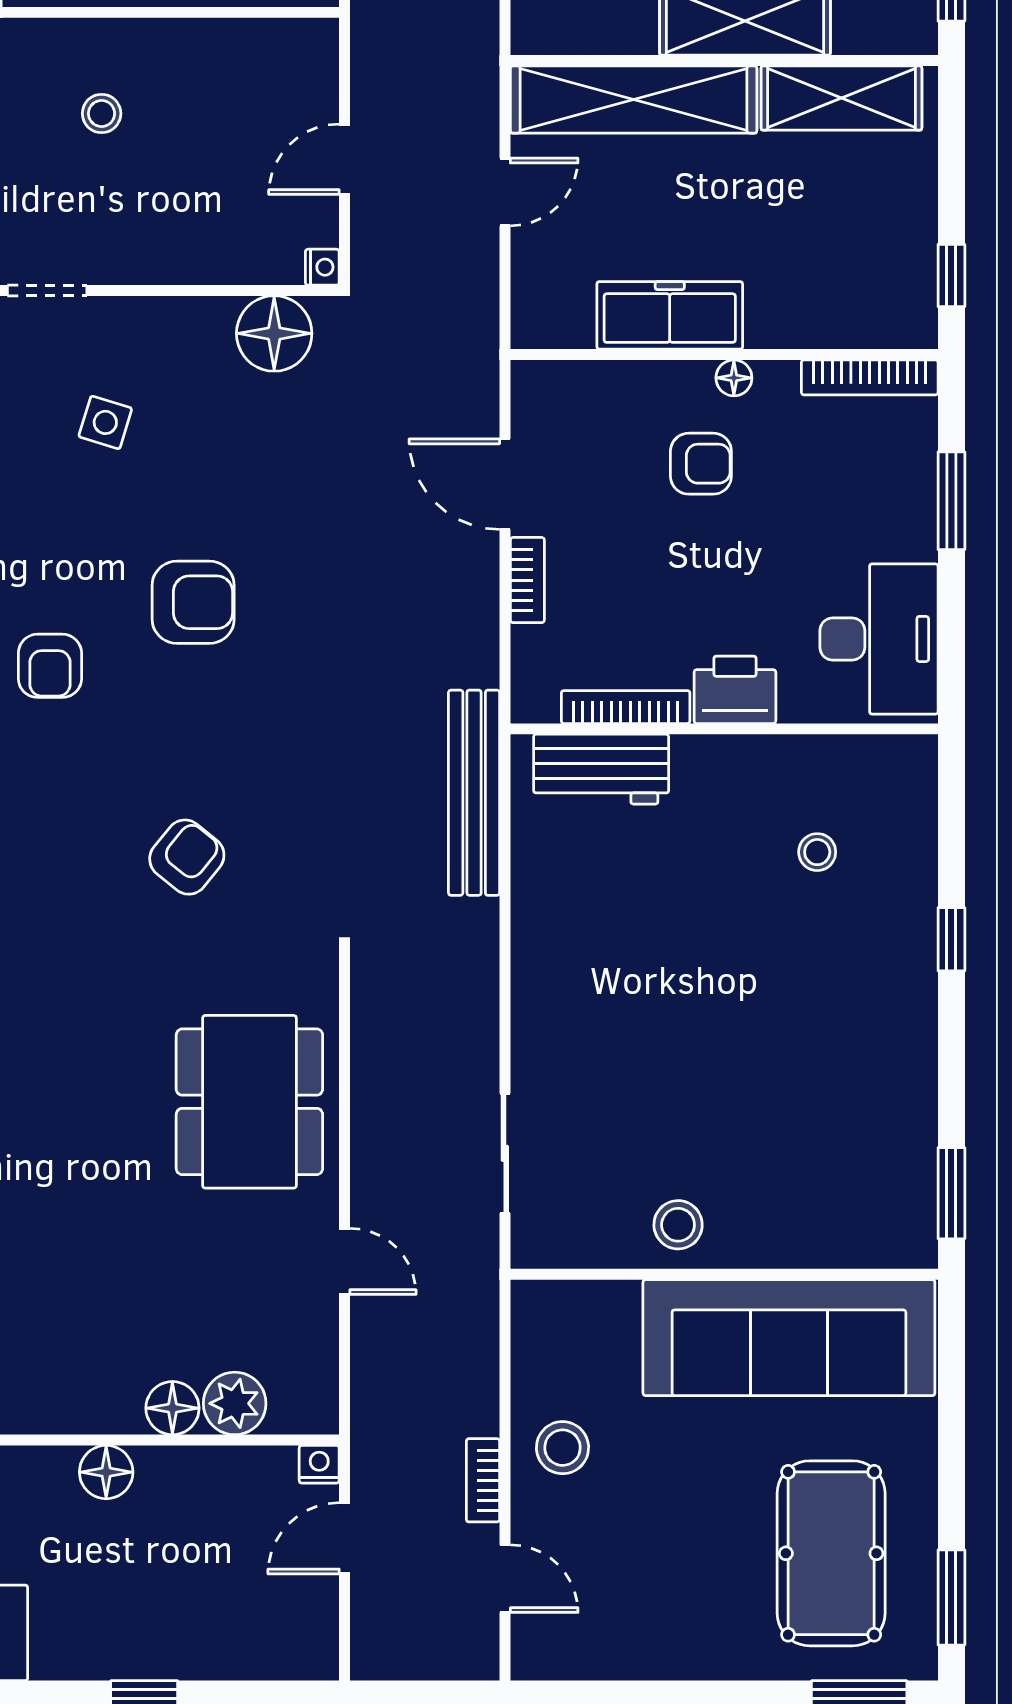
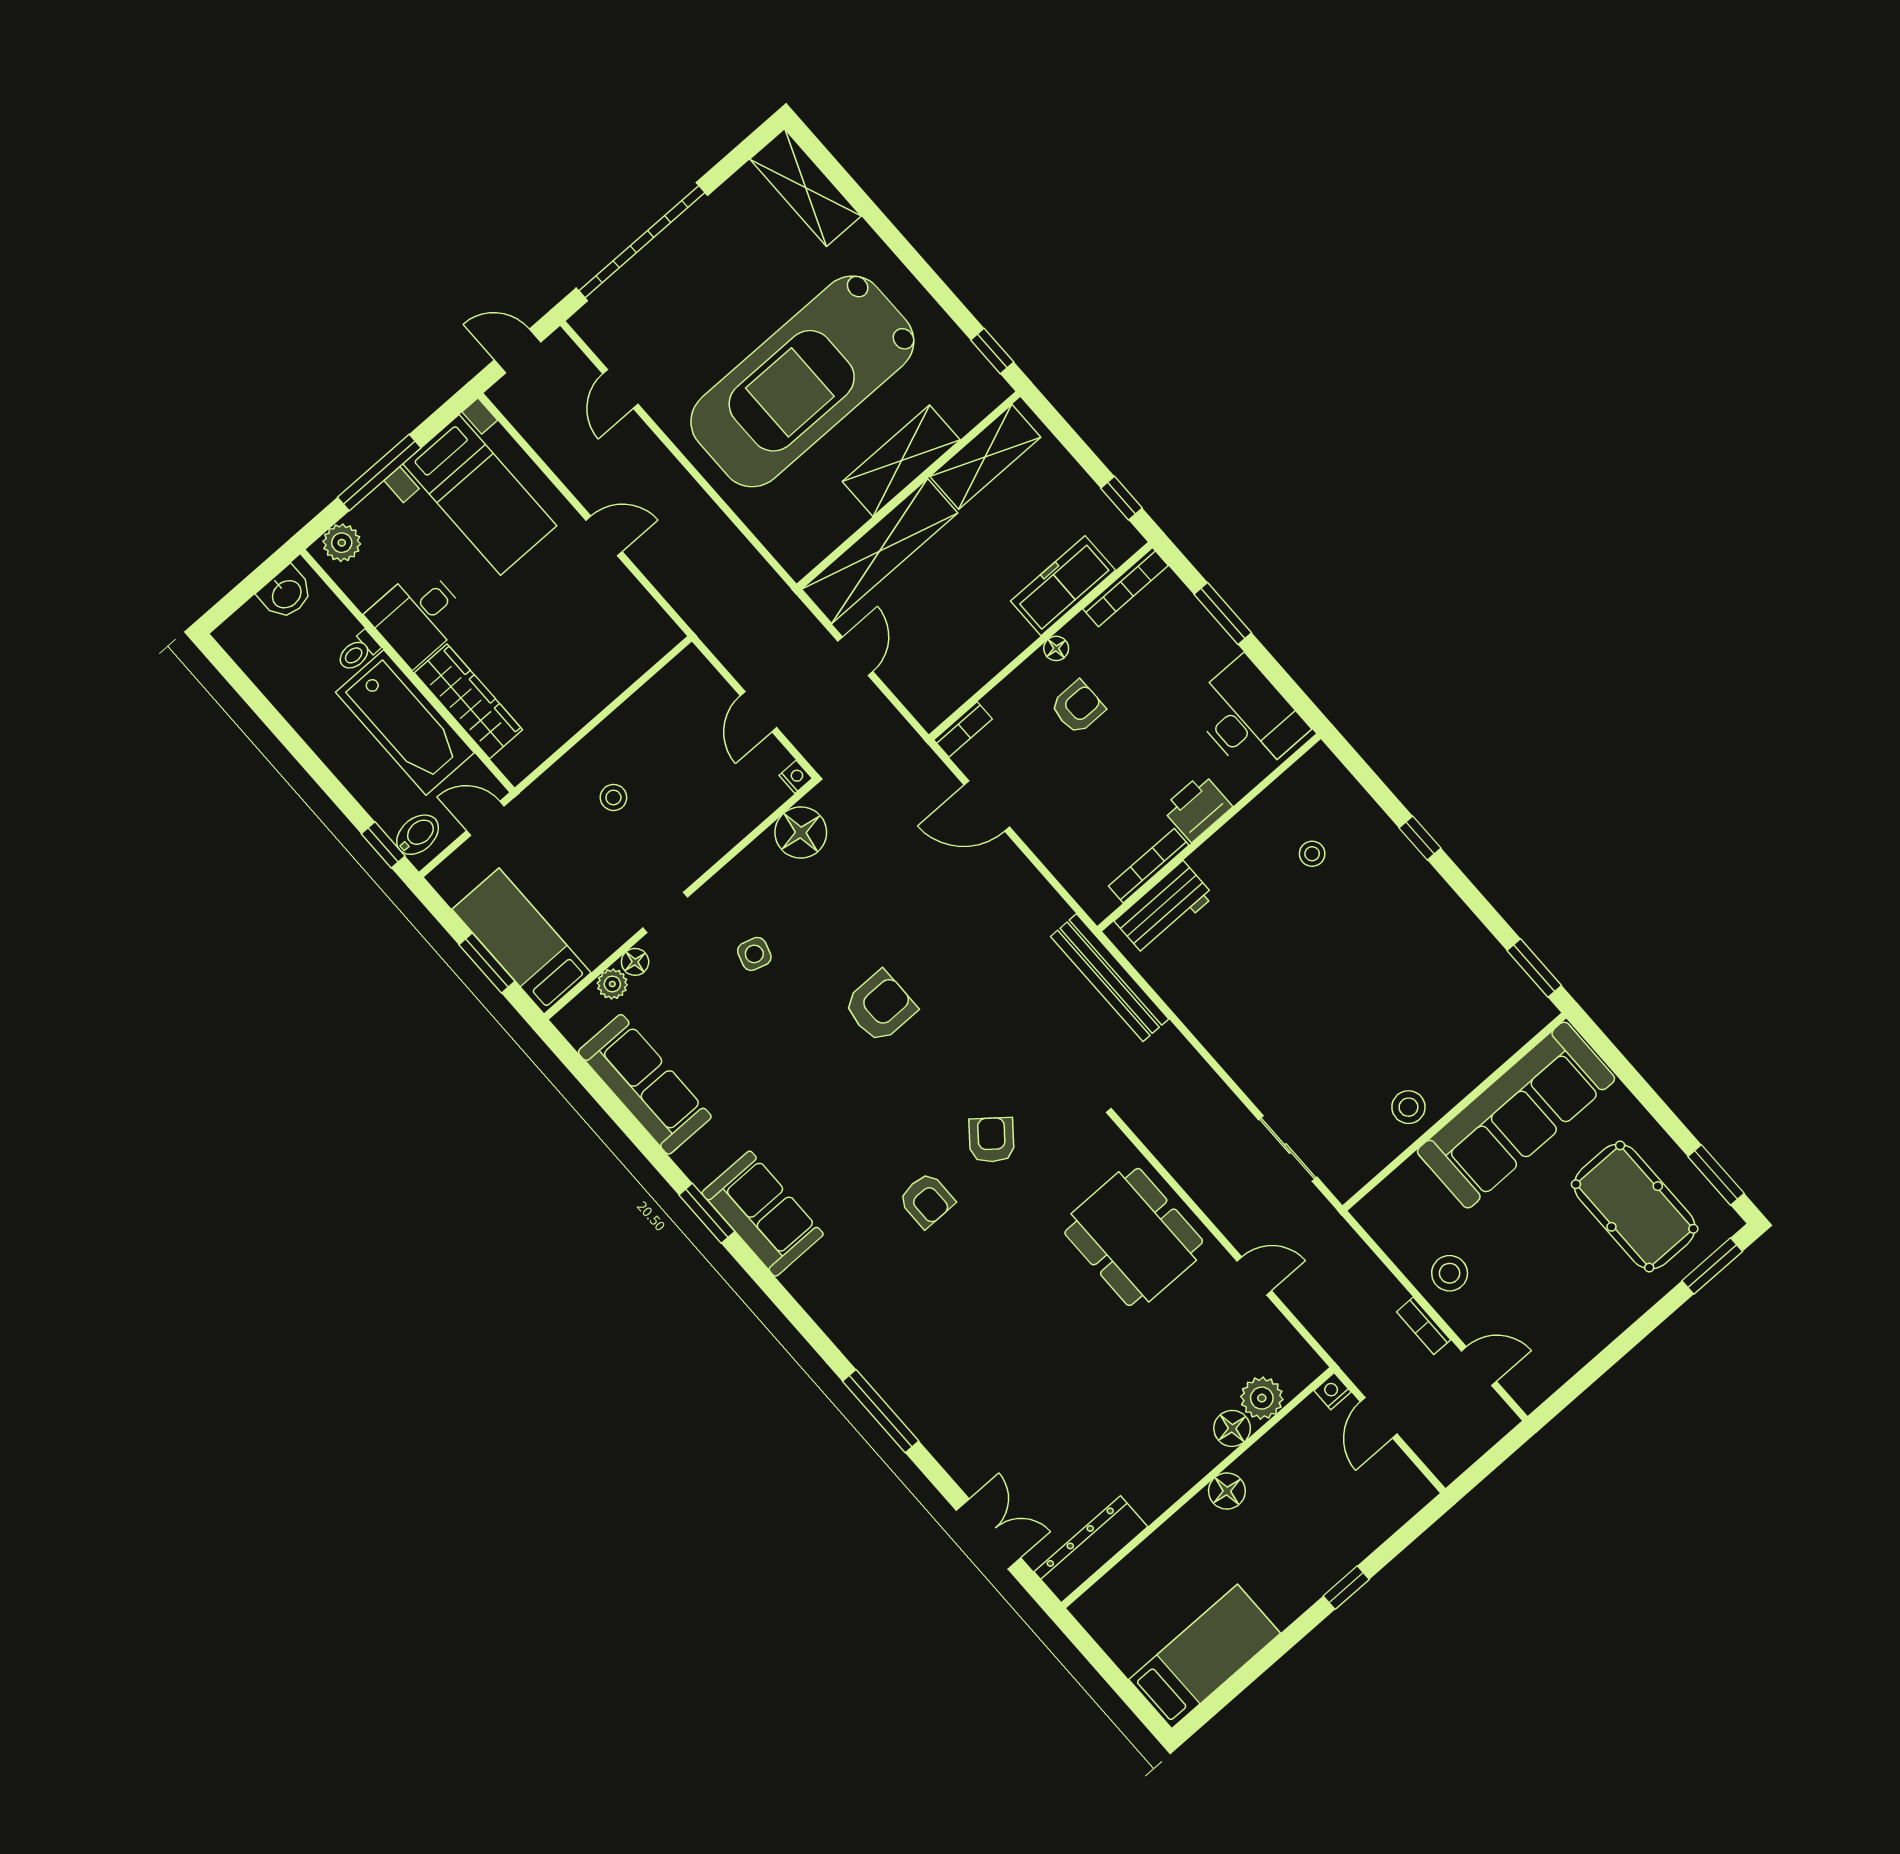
freezer: (670, 315) -> (1063, 586), moved
bookcase: (527, 580) -> (963, 729), moved, turned 90
armchair: (50, 666) -> (927, 1200), moved

